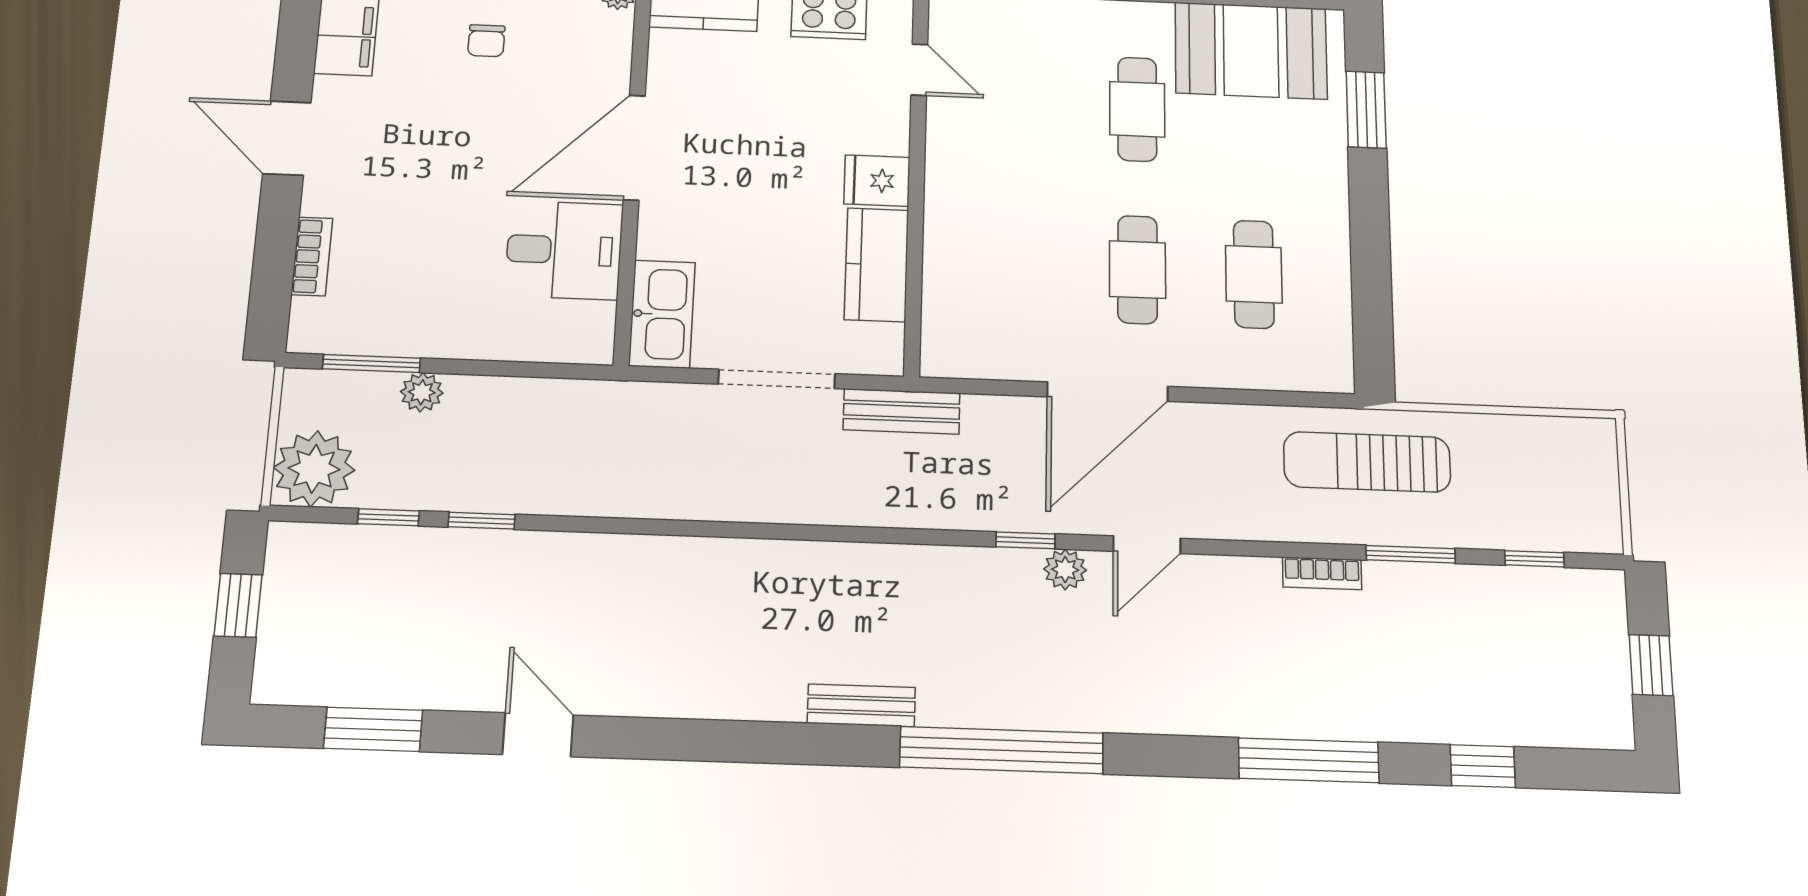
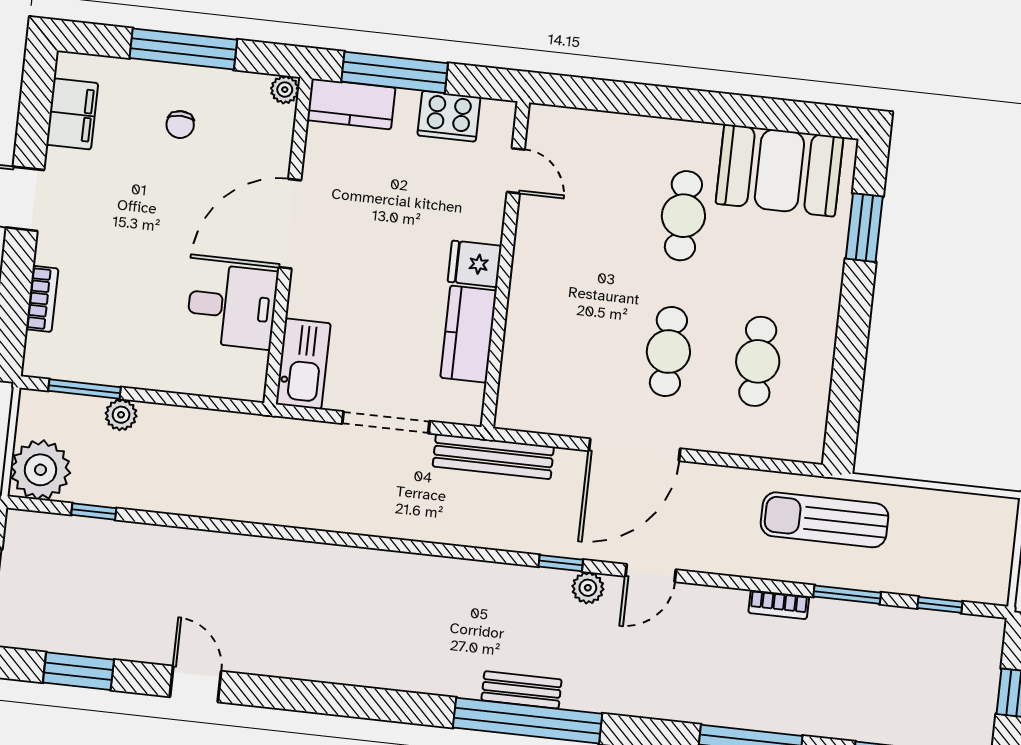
bench: (902, 411) -> (493, 457), width x1.36
window: (482, 521) -> (162, 519), removed
bench: (861, 705) -> (521, 690), moved

